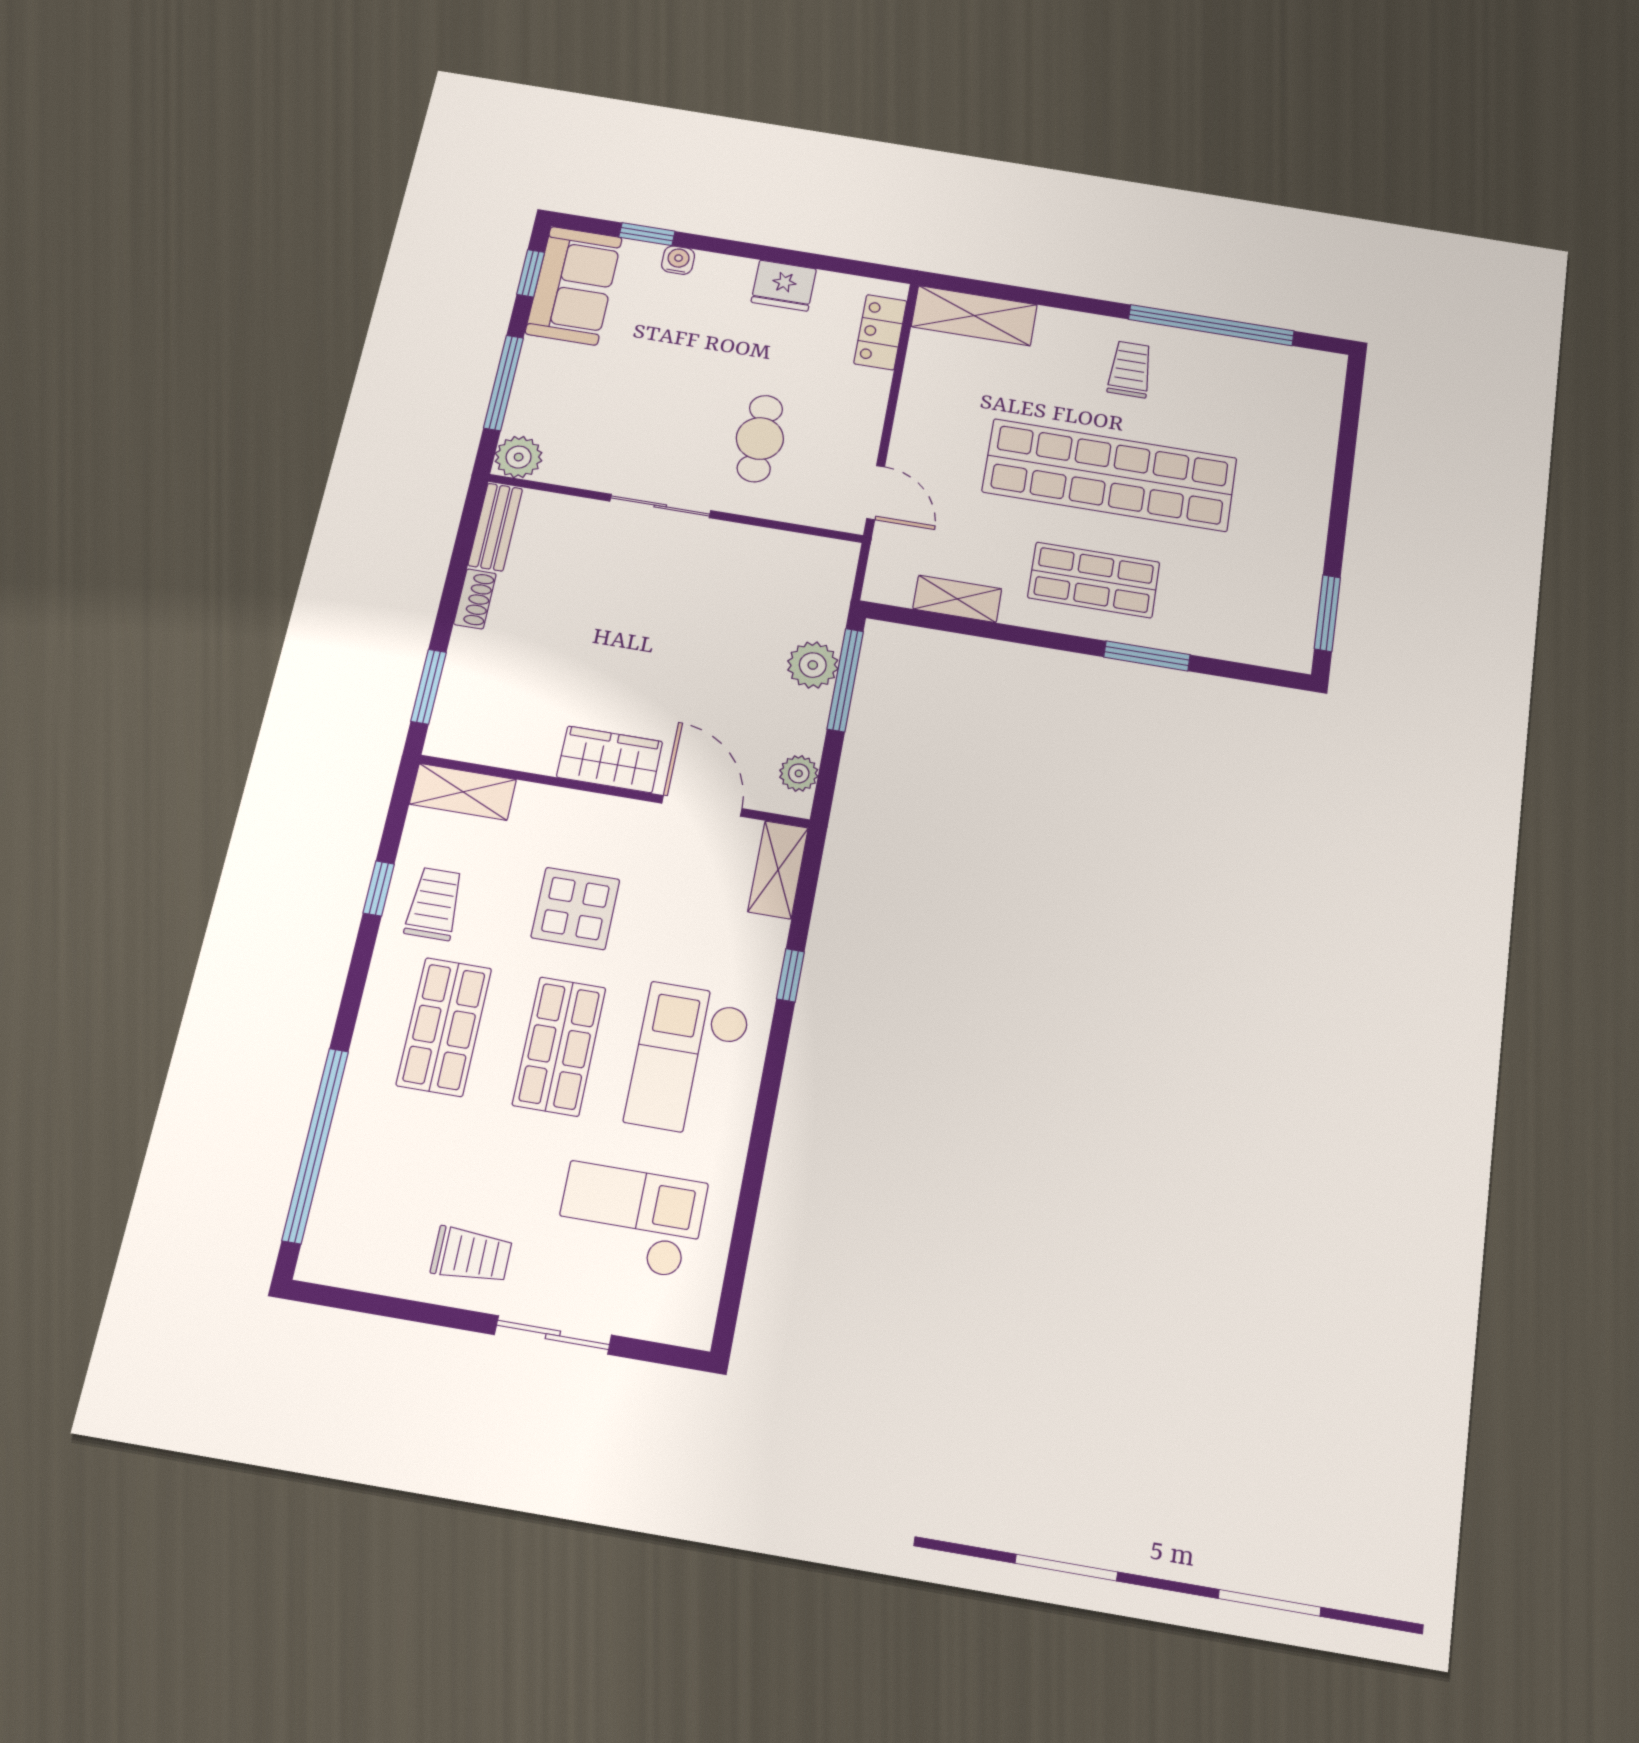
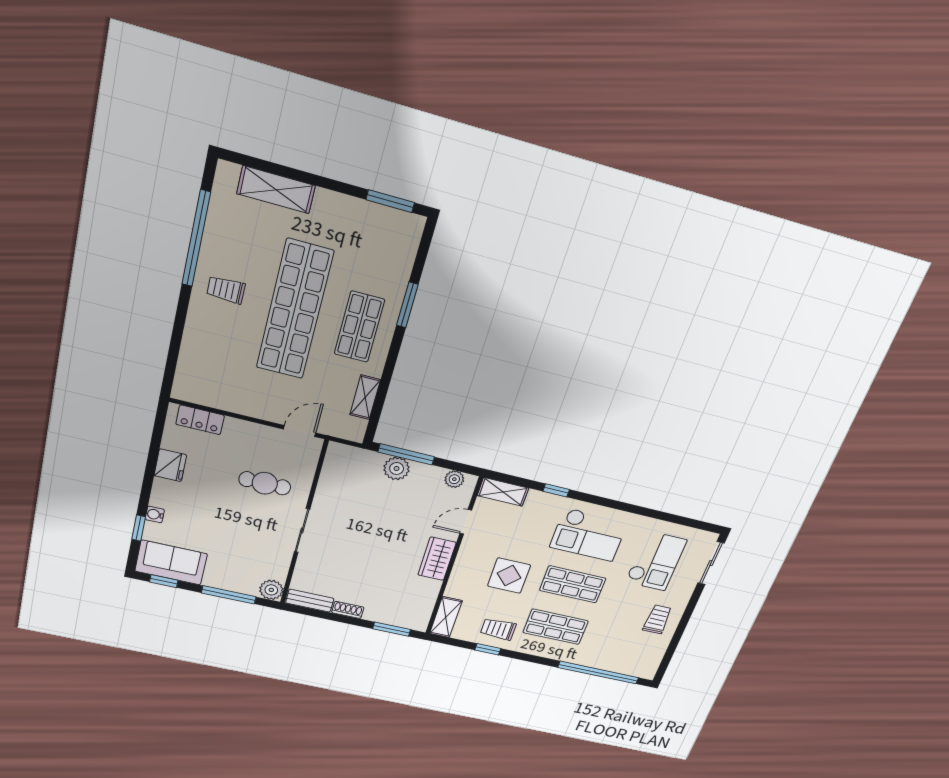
shelving: (974, 316) -> (276, 190), moved, turned 90
door: (702, 806) -> (466, 522), width x0.73
checkout: (630, 1220) -> (656, 561), turned 180
sliding door: (553, 1335) -> (711, 563), moved

